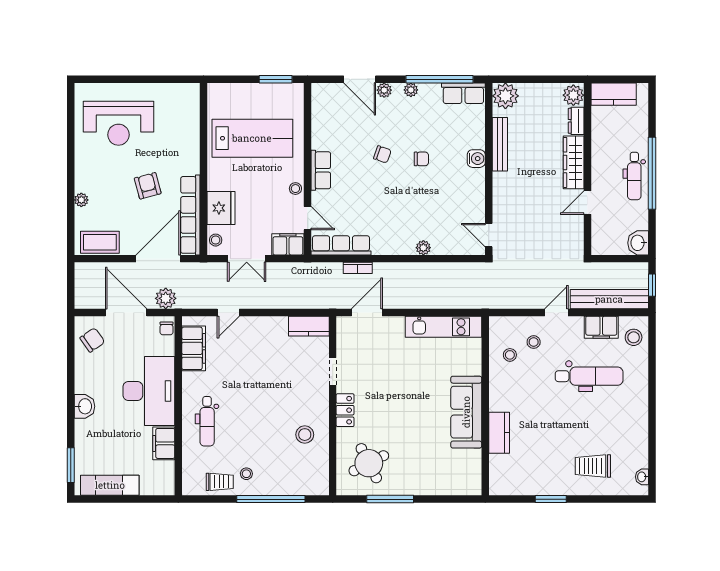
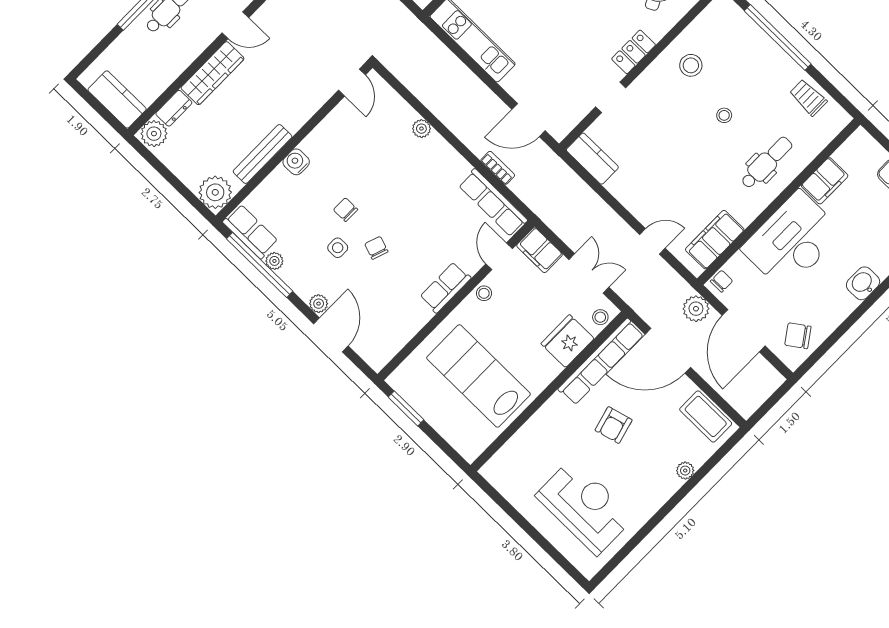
plant: (411, 90) -> (274, 261), moved
side table: (405, 133) -> (338, 248), added
stool: (246, 474) -> (724, 115), moved

